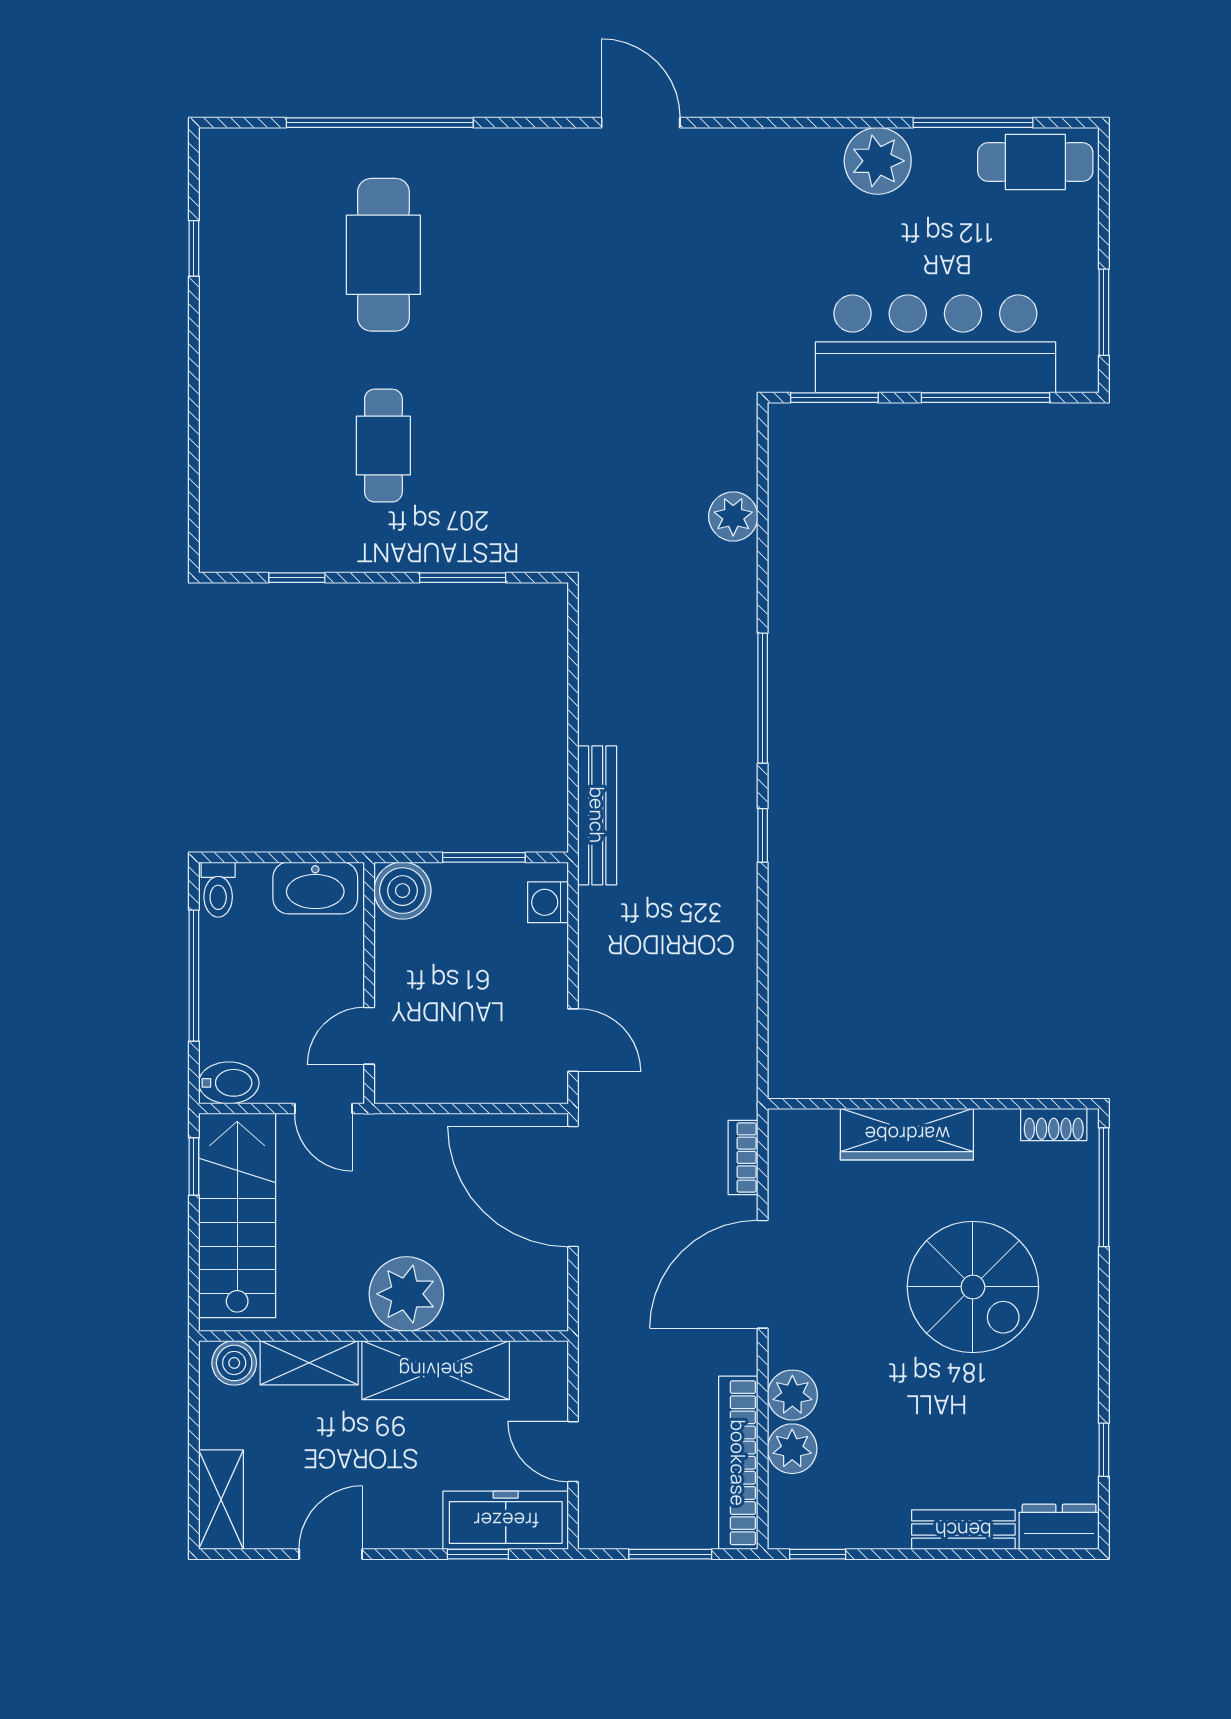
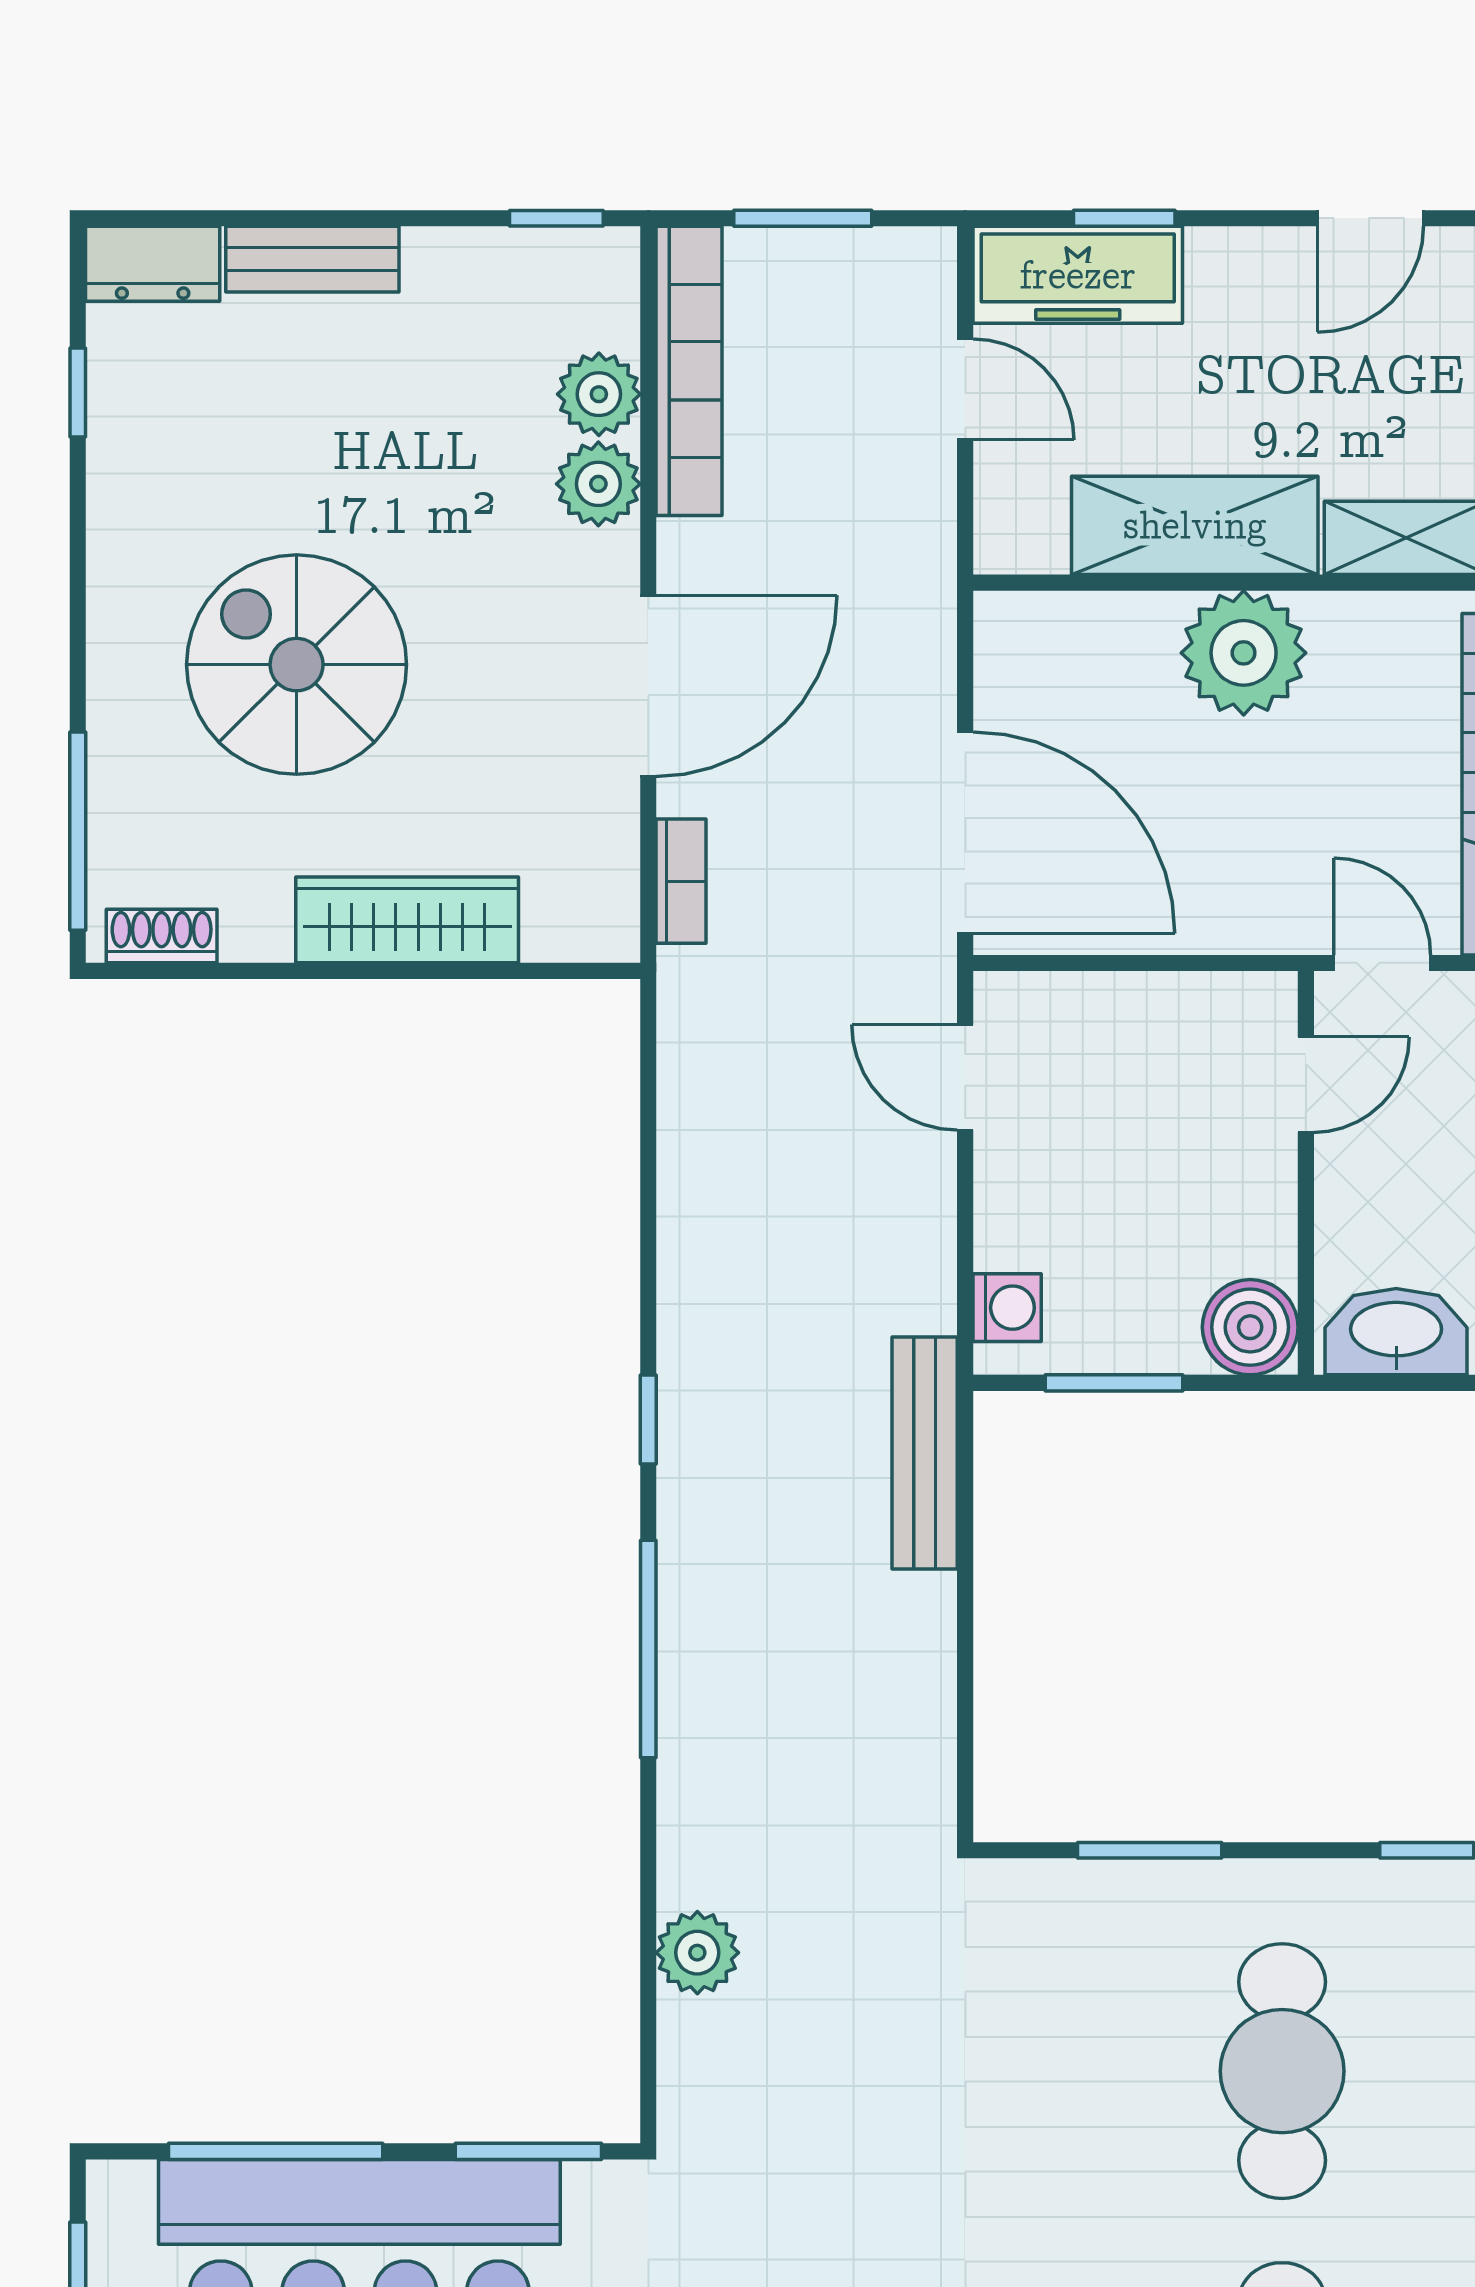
cafe table: (383, 446) -> (1282, 2071), width x1.37, depth x1.35

